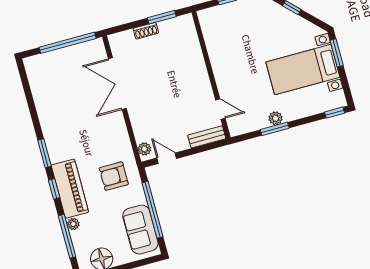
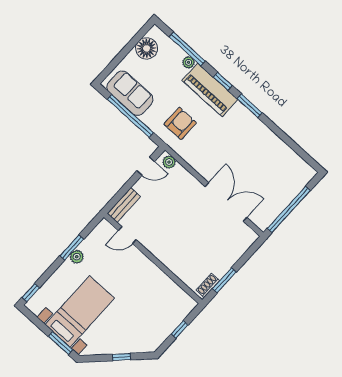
shoe rack: (146, 31) -> (208, 285), moved

